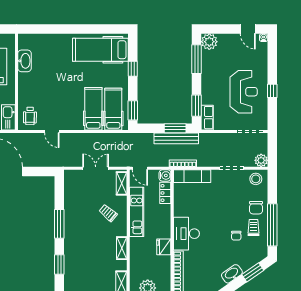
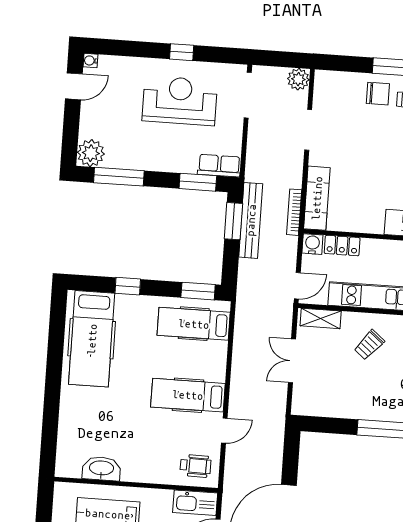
hospital bed: (93, 109) -> (188, 395), moved
stool: (256, 179) -> (329, 90), removed

